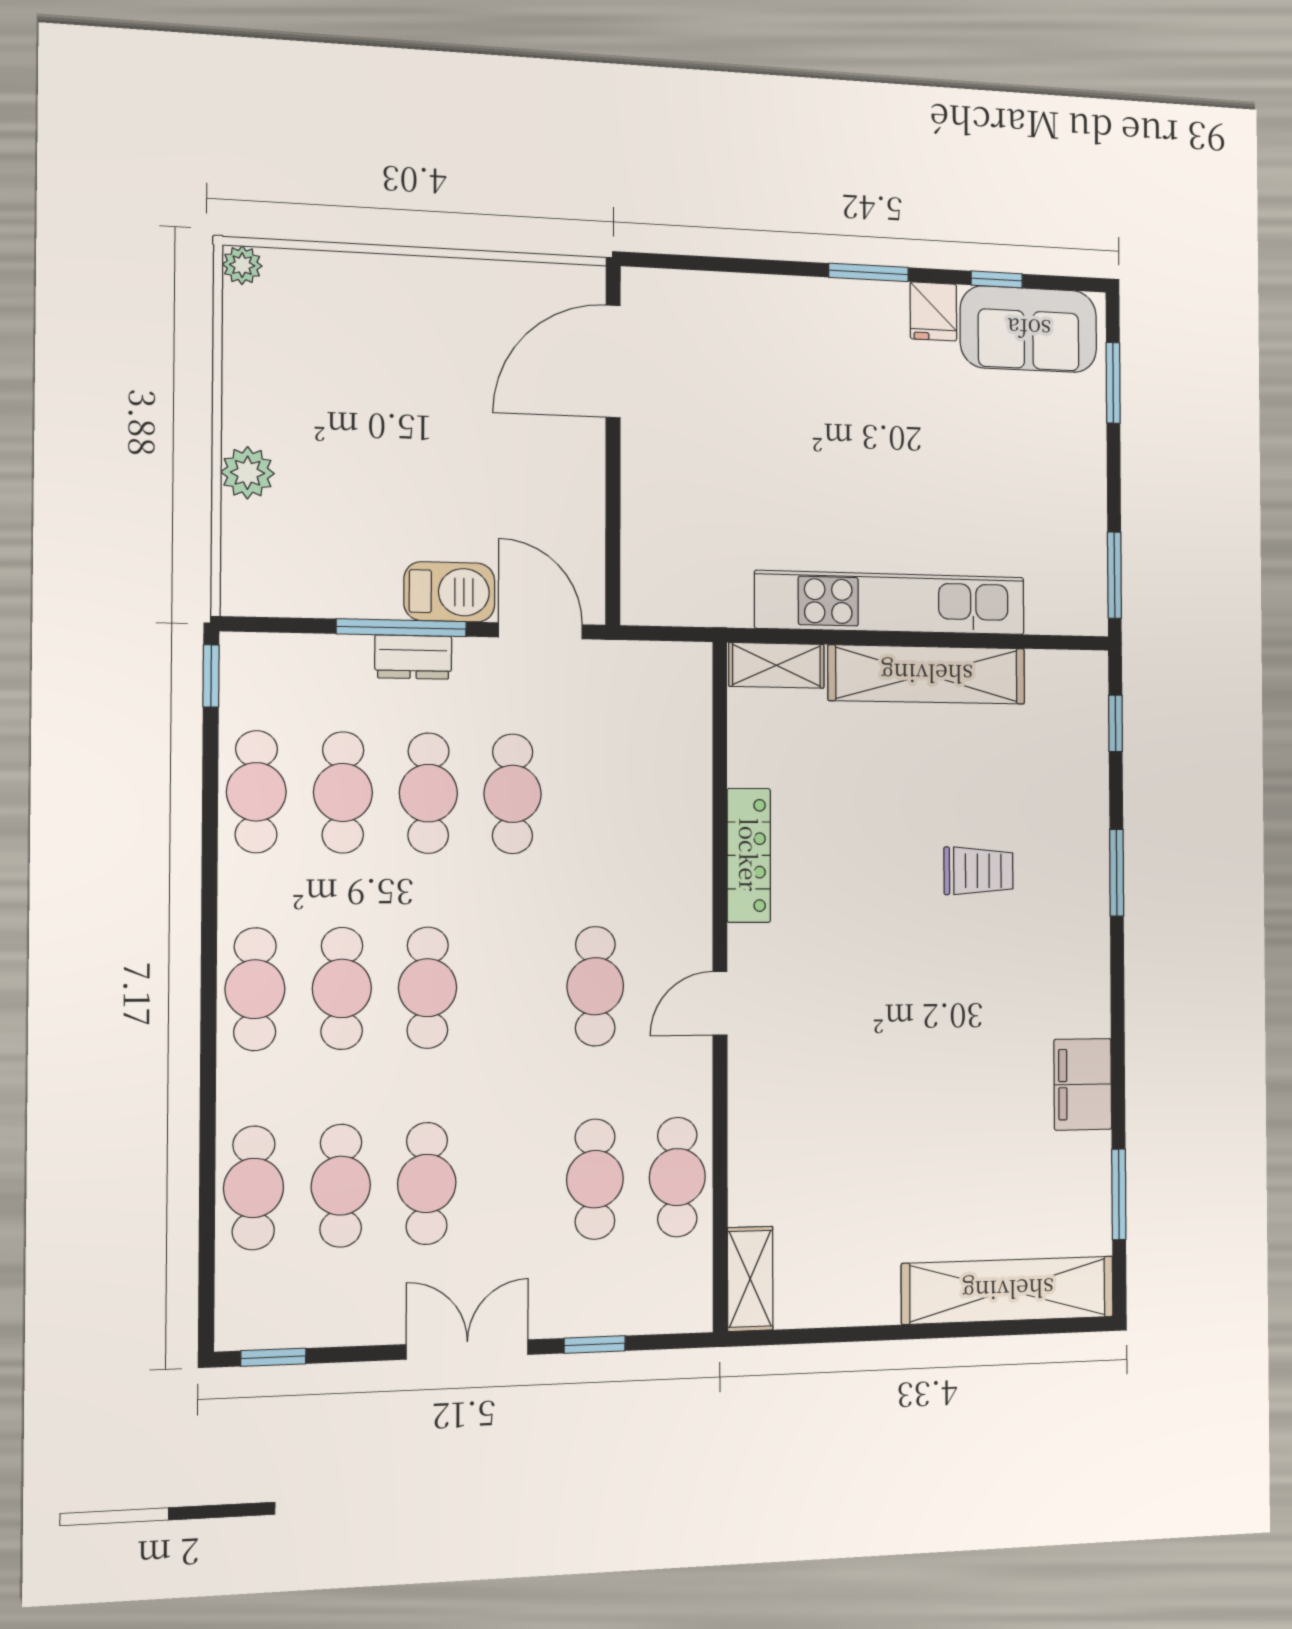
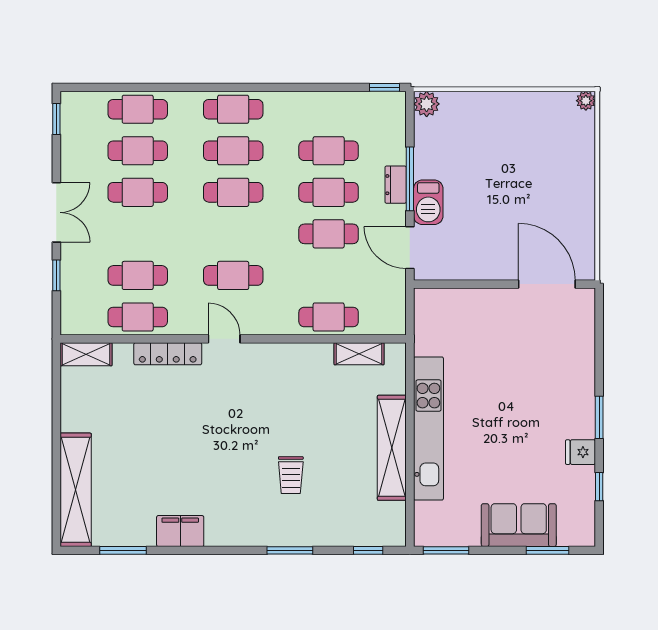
sofa: (1029, 329) -> (519, 525), moved, turned 90
plant: (248, 473) -> (427, 104), moved
door: (540, 631) -> (410, 248), swing flipped
shelving: (777, 665) -> (359, 354), moved, turned 90
cafe table: (256, 792) -> (329, 317), moved
locker: (749, 855) -> (168, 354), moved

